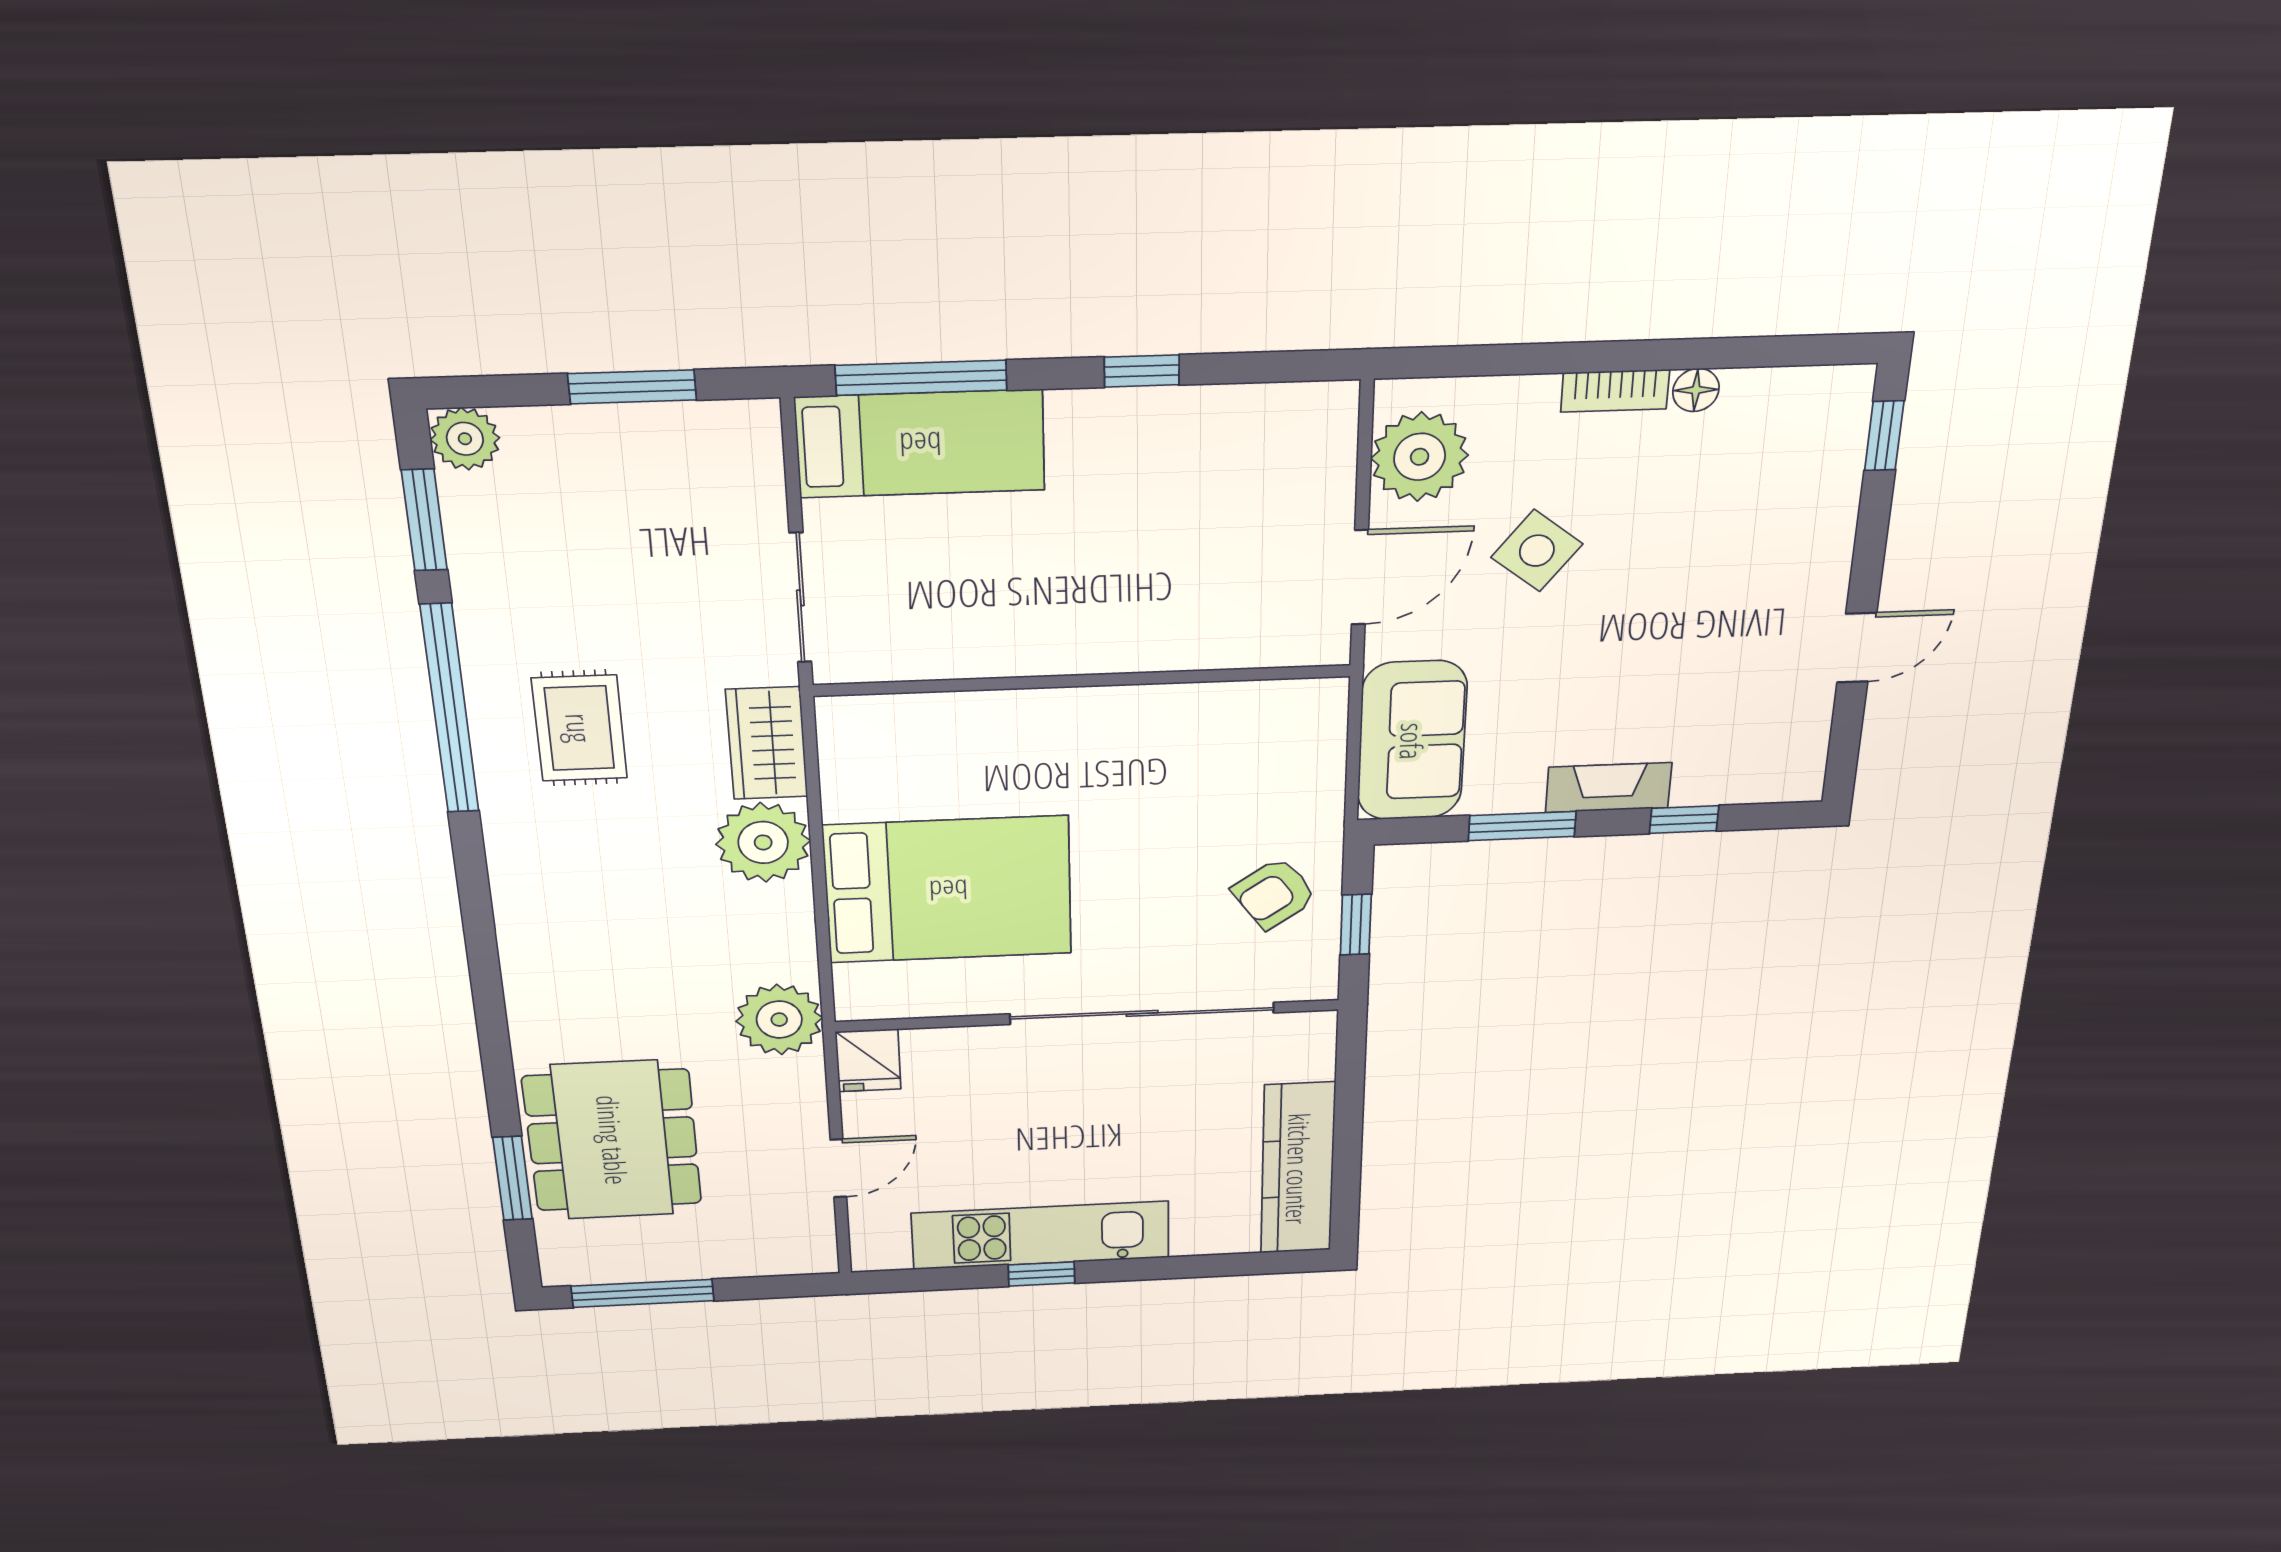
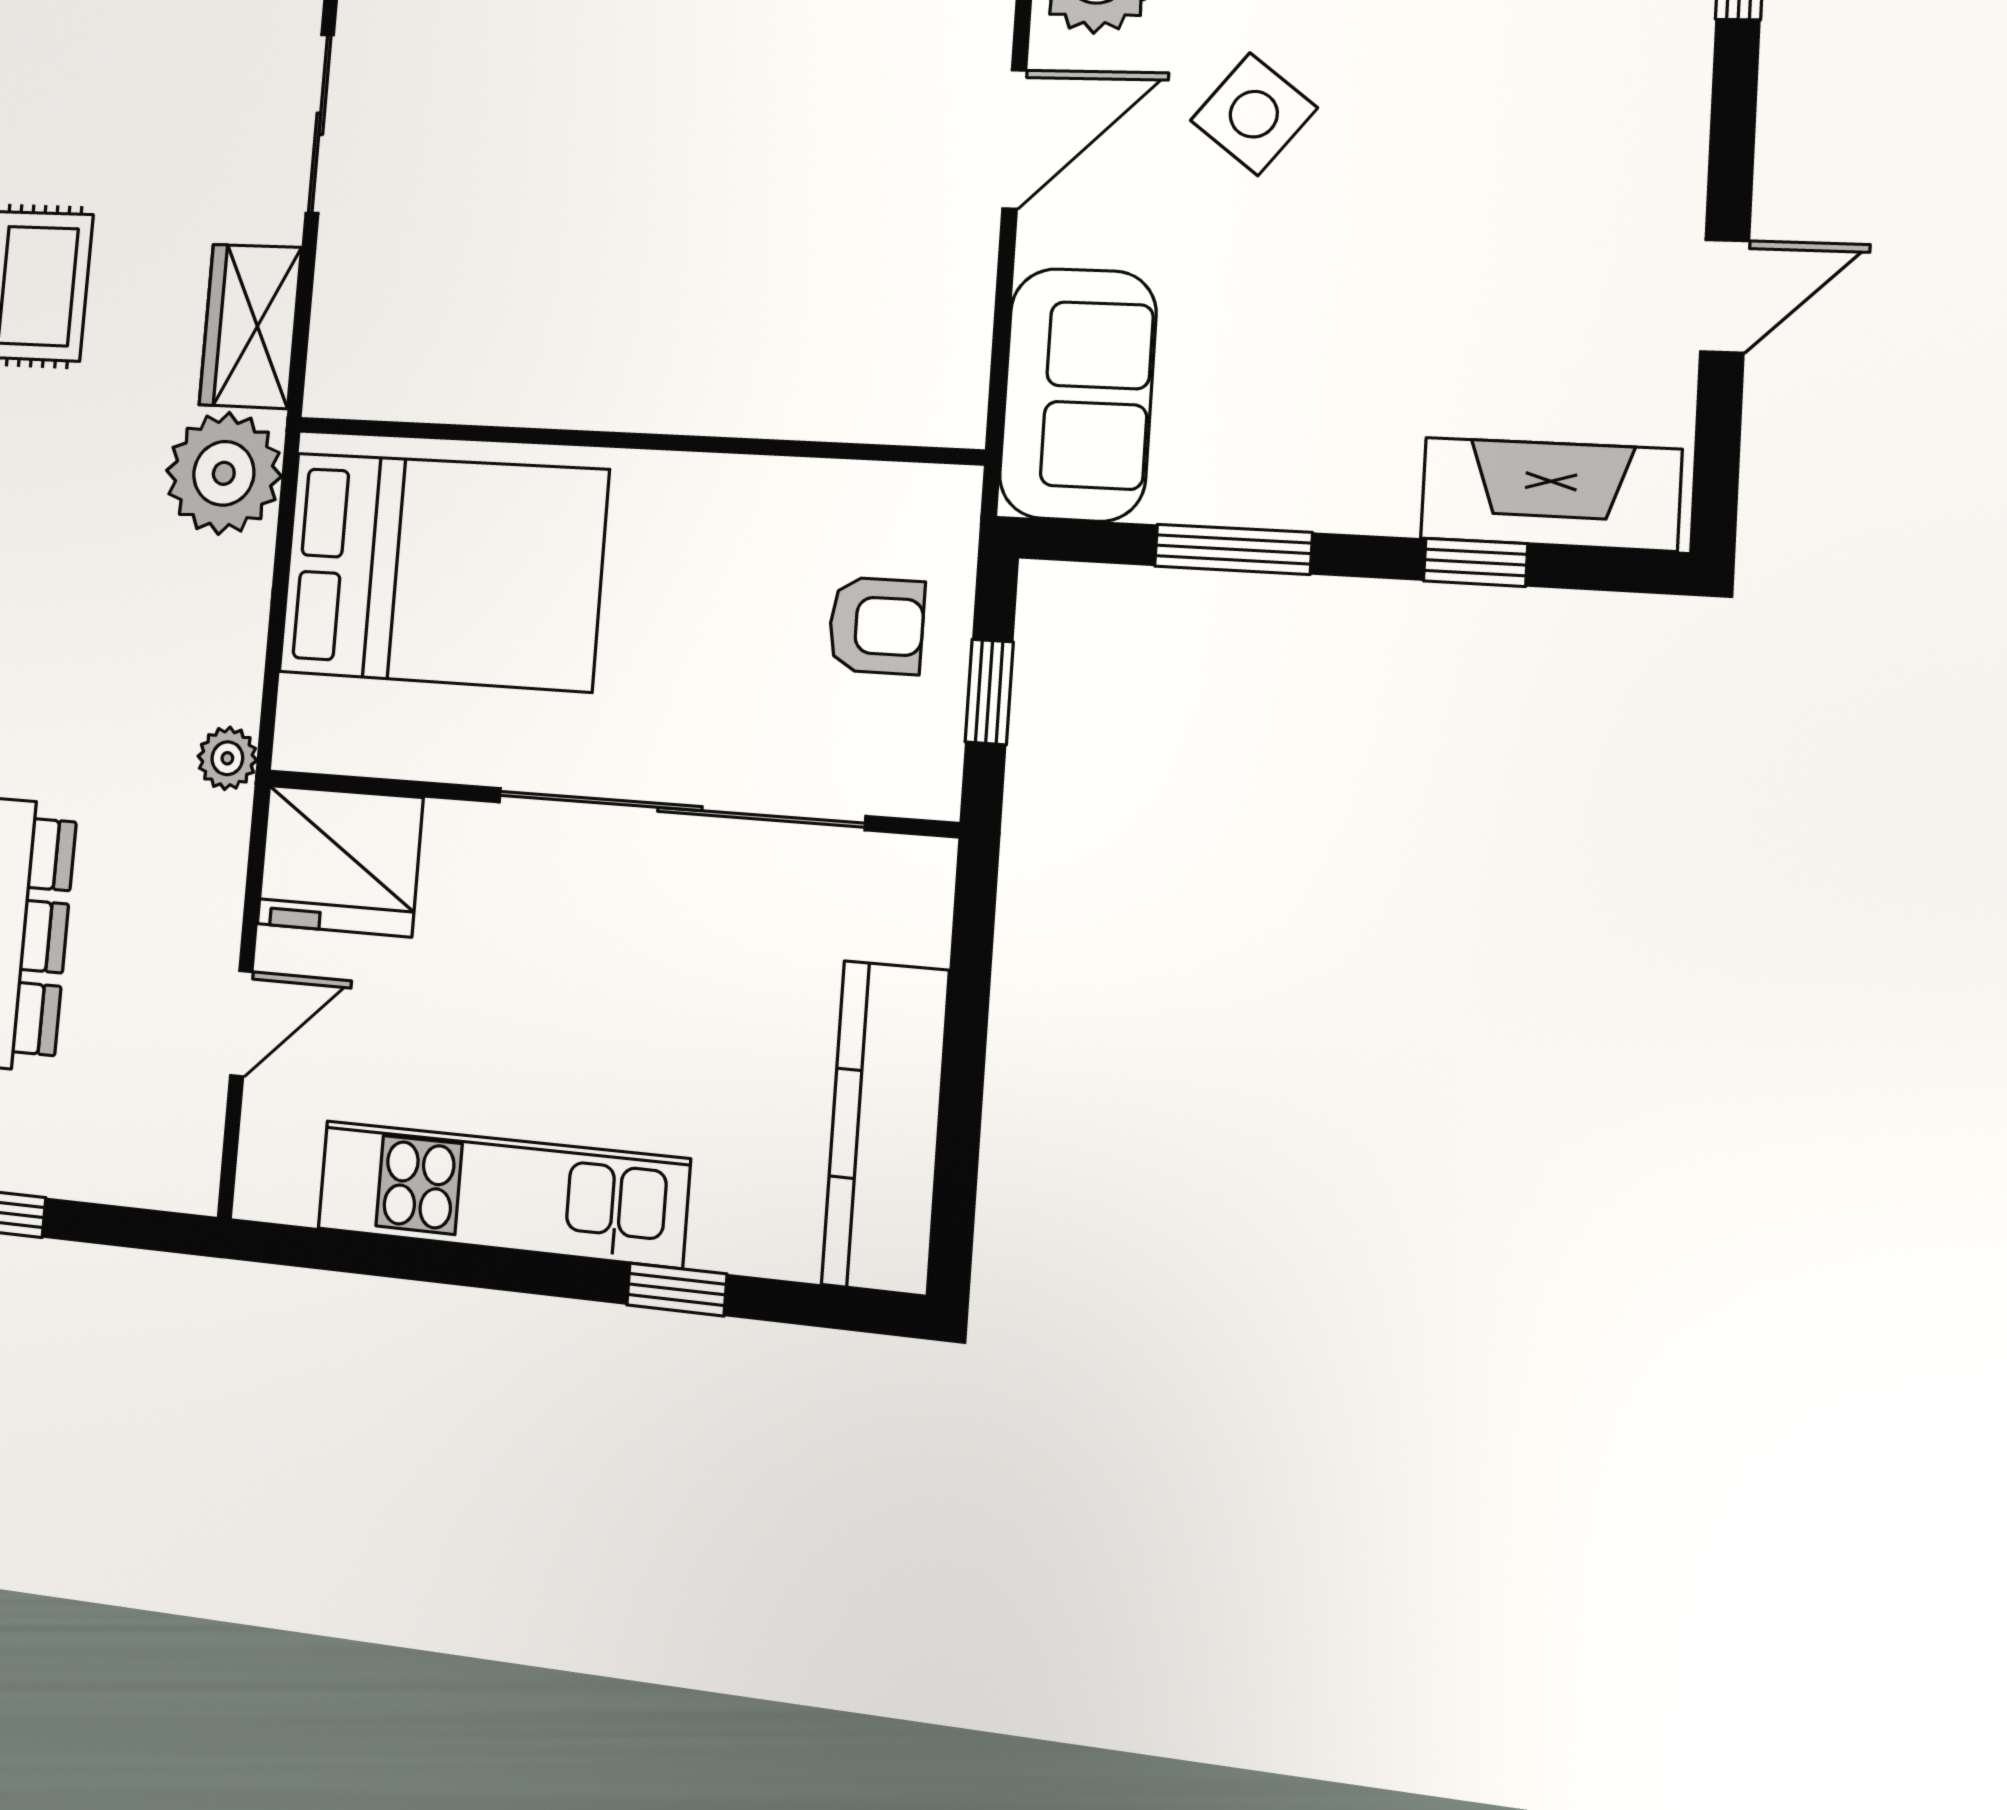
wall: (1083, 681) -> (634, 441), moved
fireplace: (1608, 788) -> (1550, 494), moved, width x1.37, depth x1.32
armchair: (1274, 893) -> (876, 626), turned -145
plant: (779, 1020) -> (227, 758), width x0.53, depth x0.53
fridge: (868, 1060) -> (340, 861), width x1.88, depth x1.34
window: (1042, 1274) -> (677, 1289), moved

